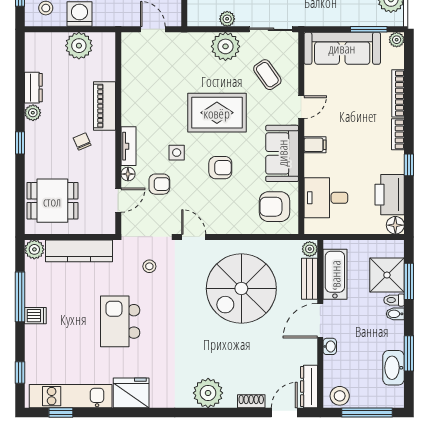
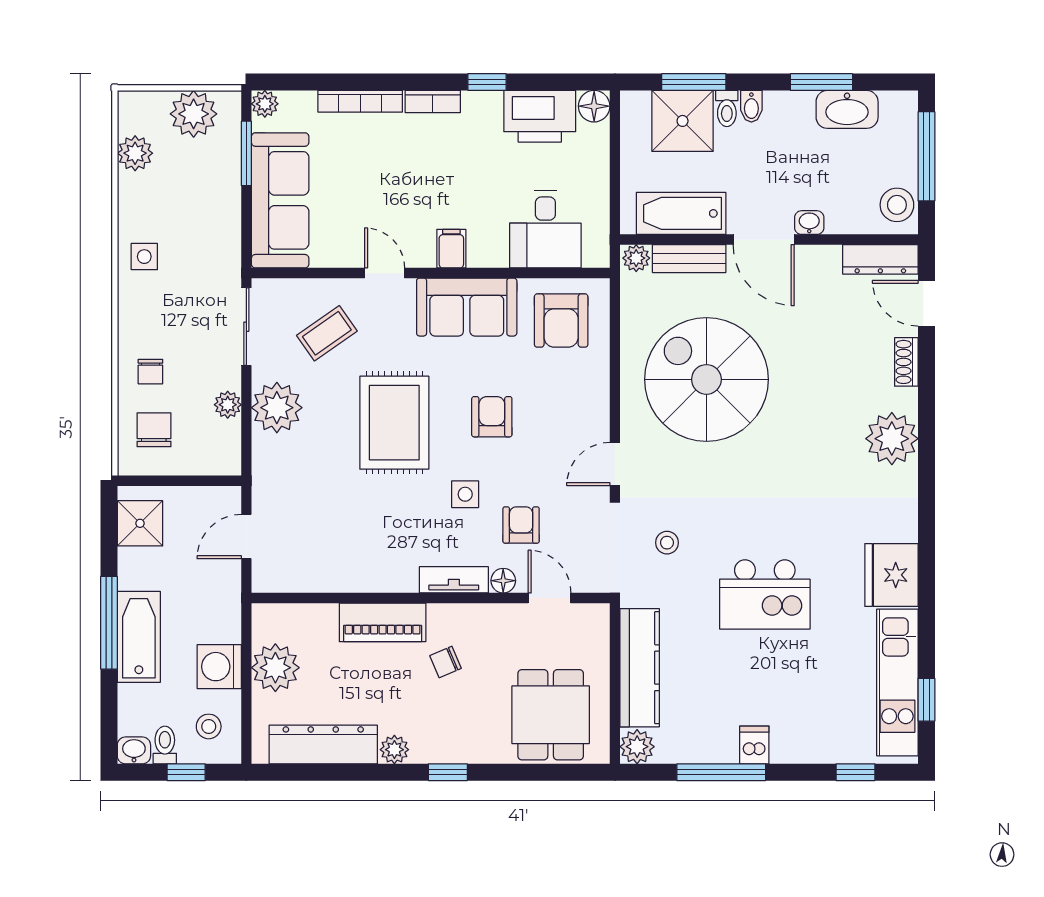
dresser: (33, 88) -> (323, 745), width x1.96, depth x1.24
spiral stairs: (241, 289) -> (706, 379), turned 180

